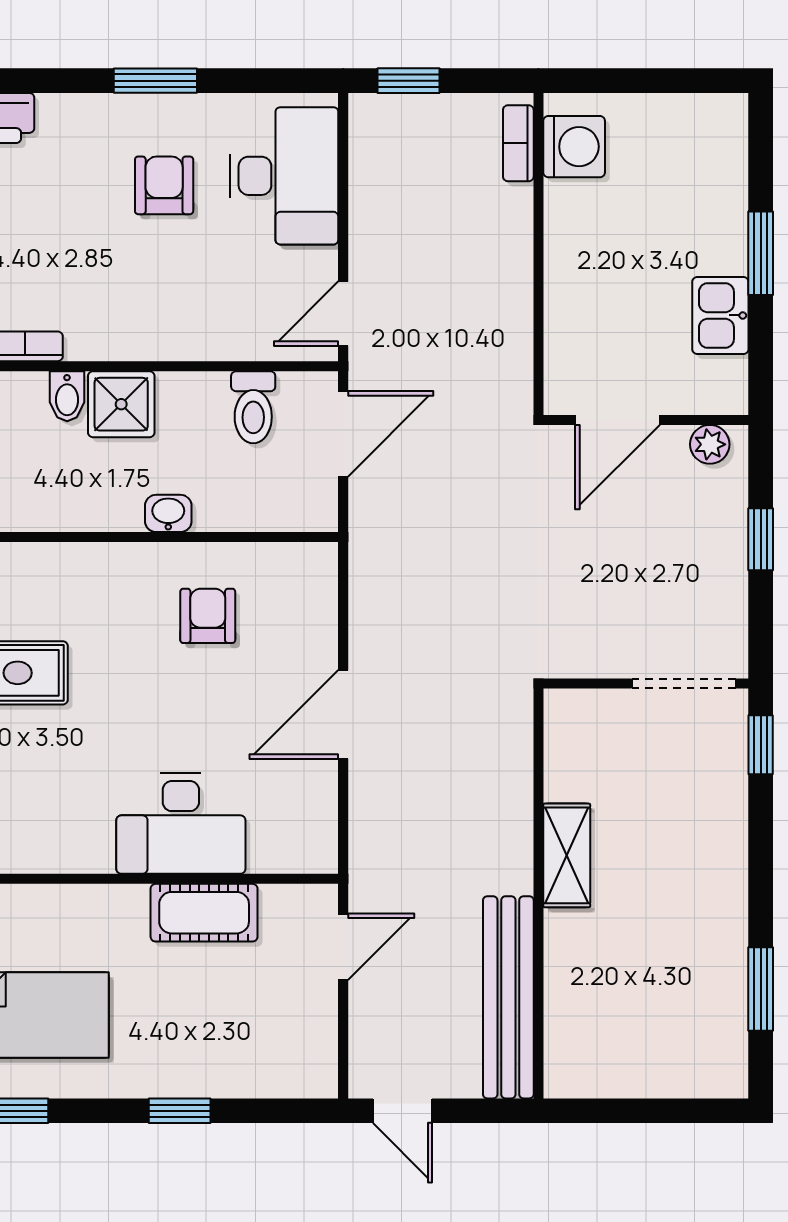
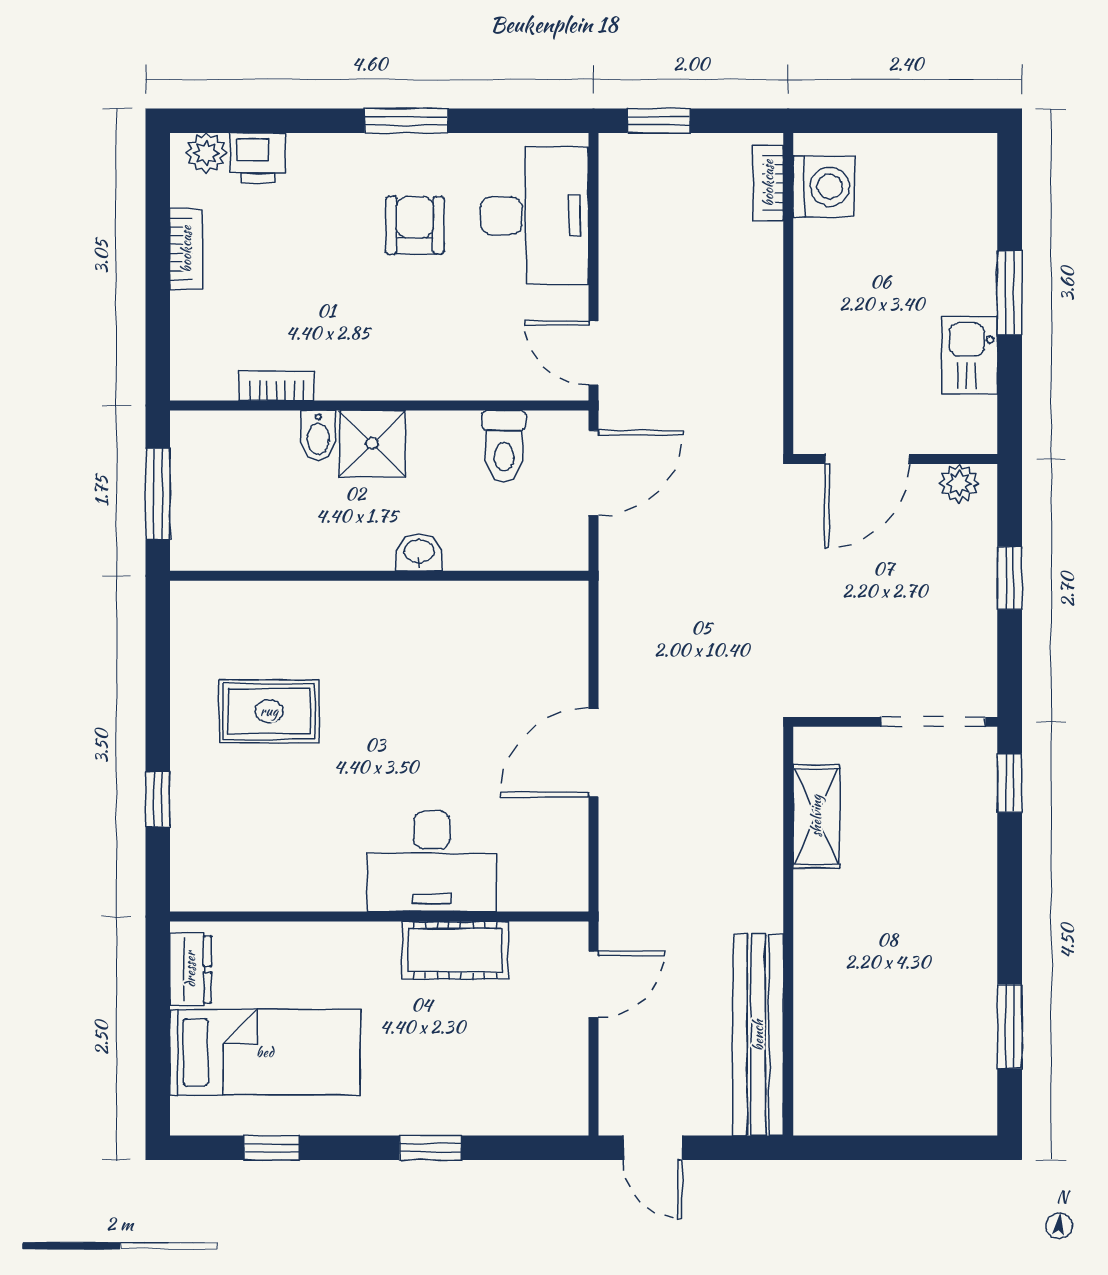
door: (343, 314) -> (593, 353), hinge flipped
armchair: (208, 616) -> (458, 654), removed
shelving: (567, 855) -> (816, 816), moved

